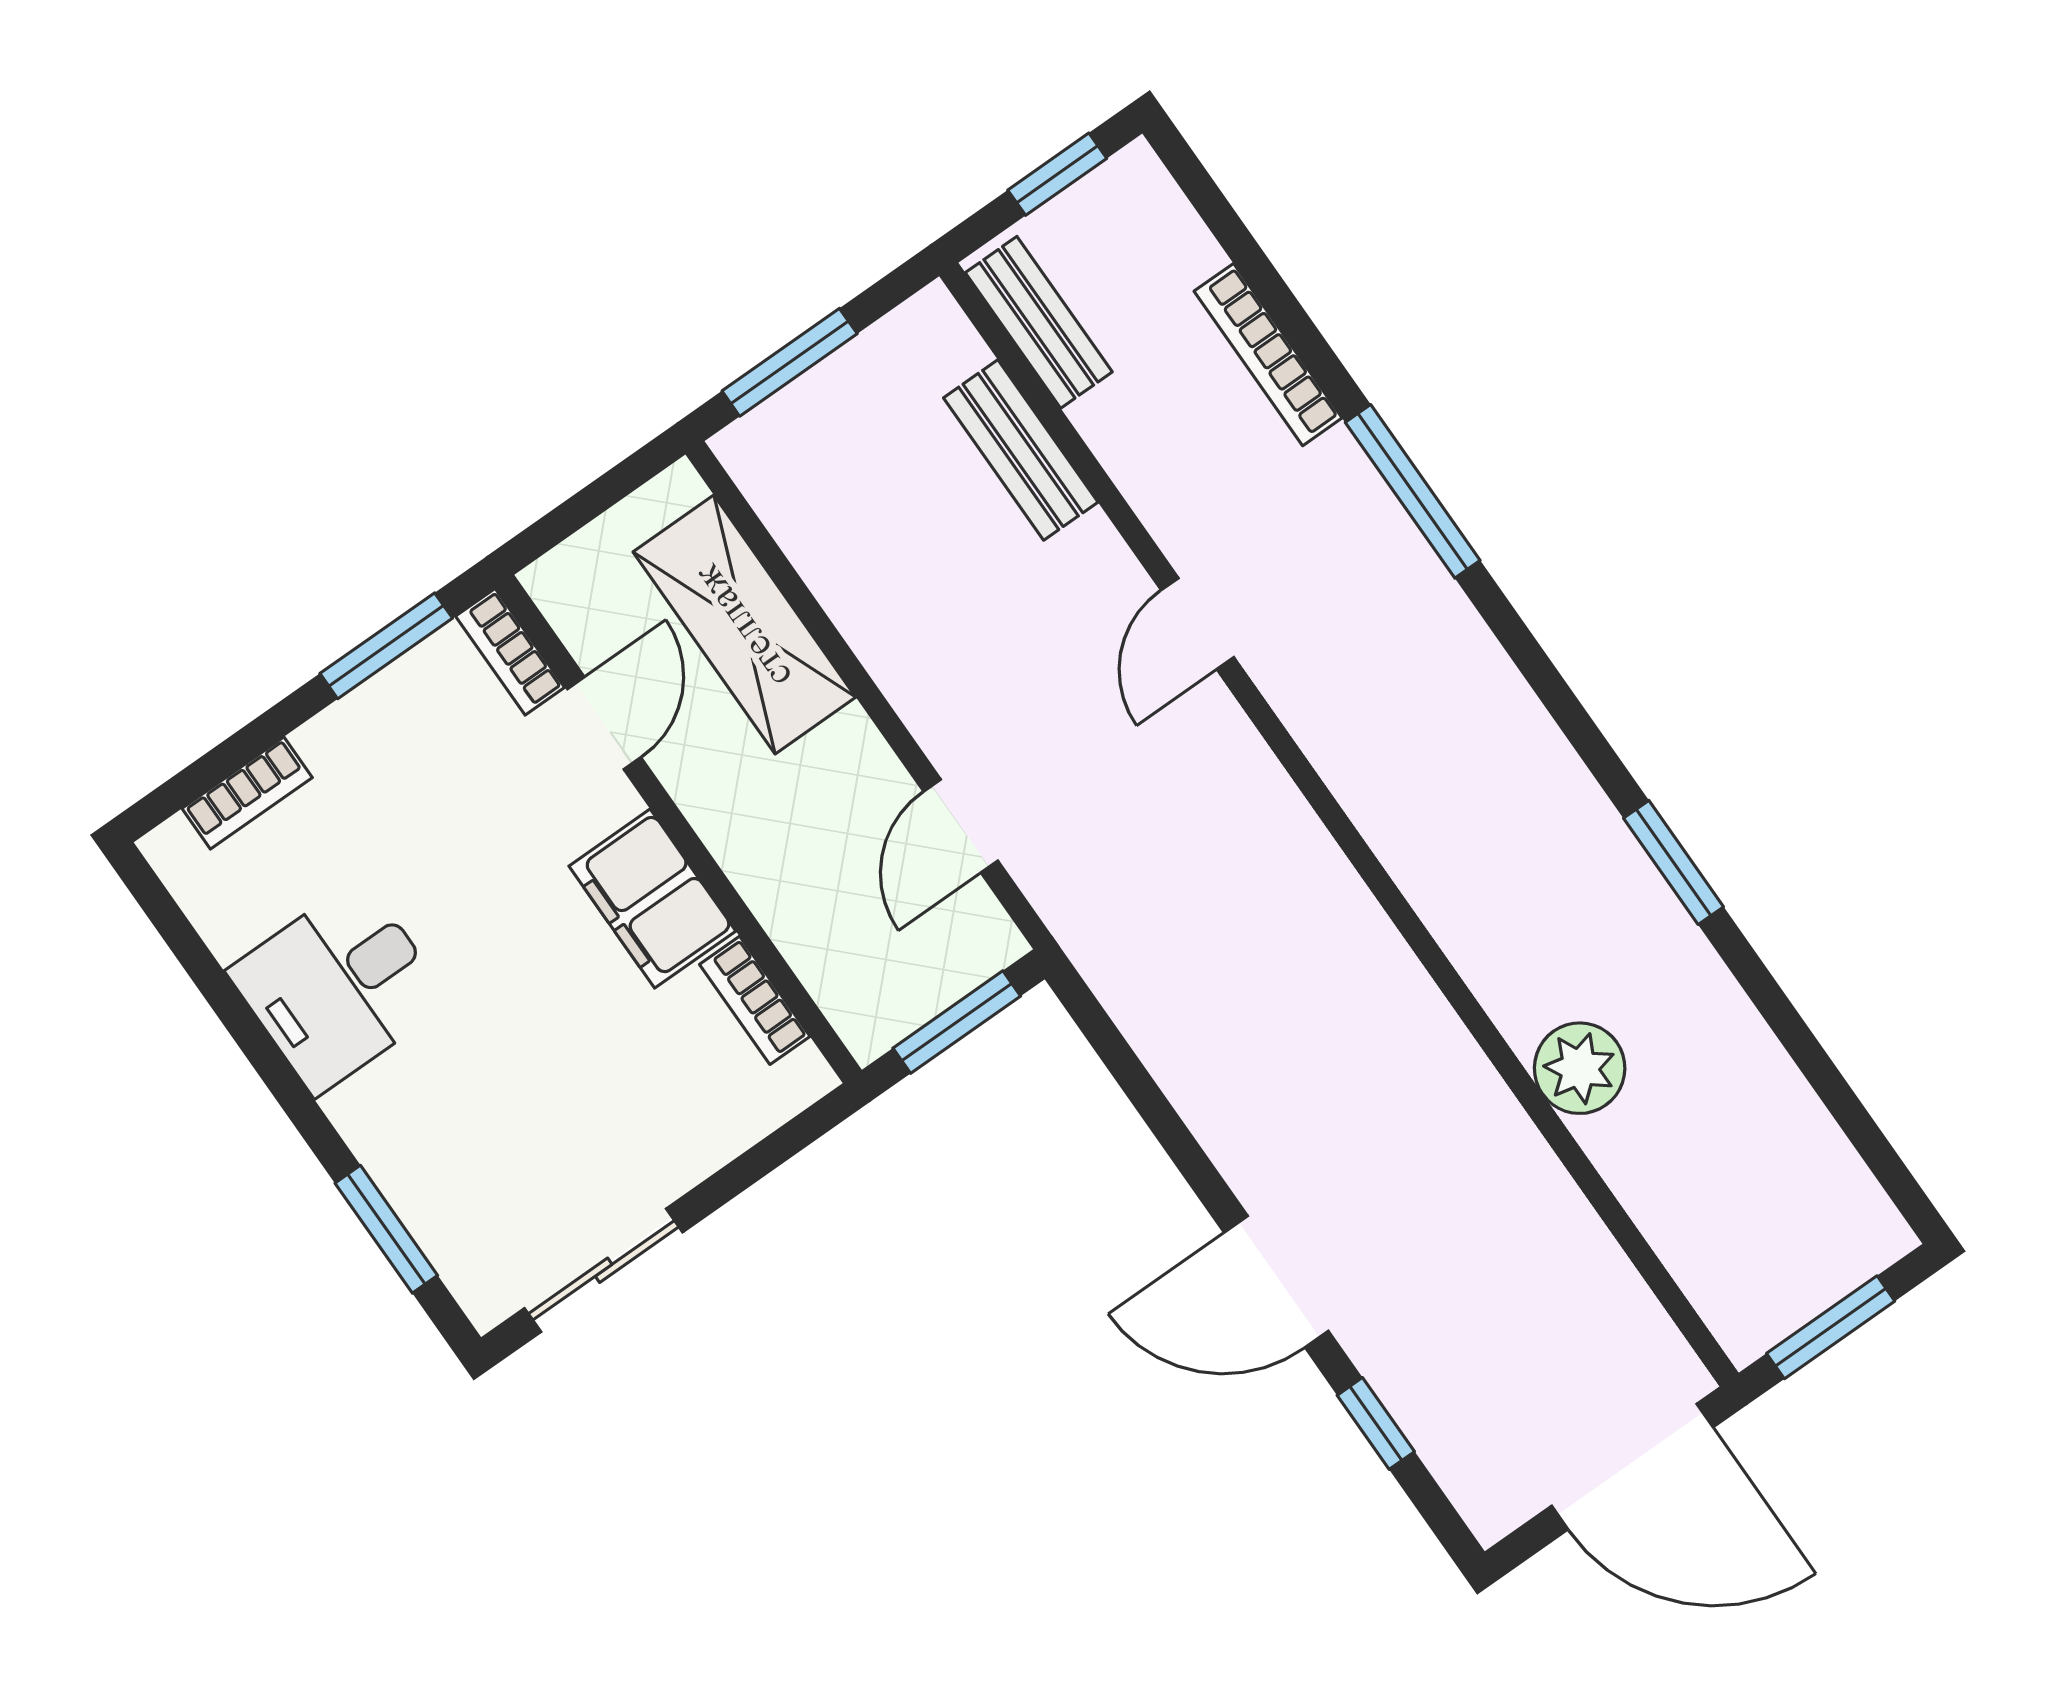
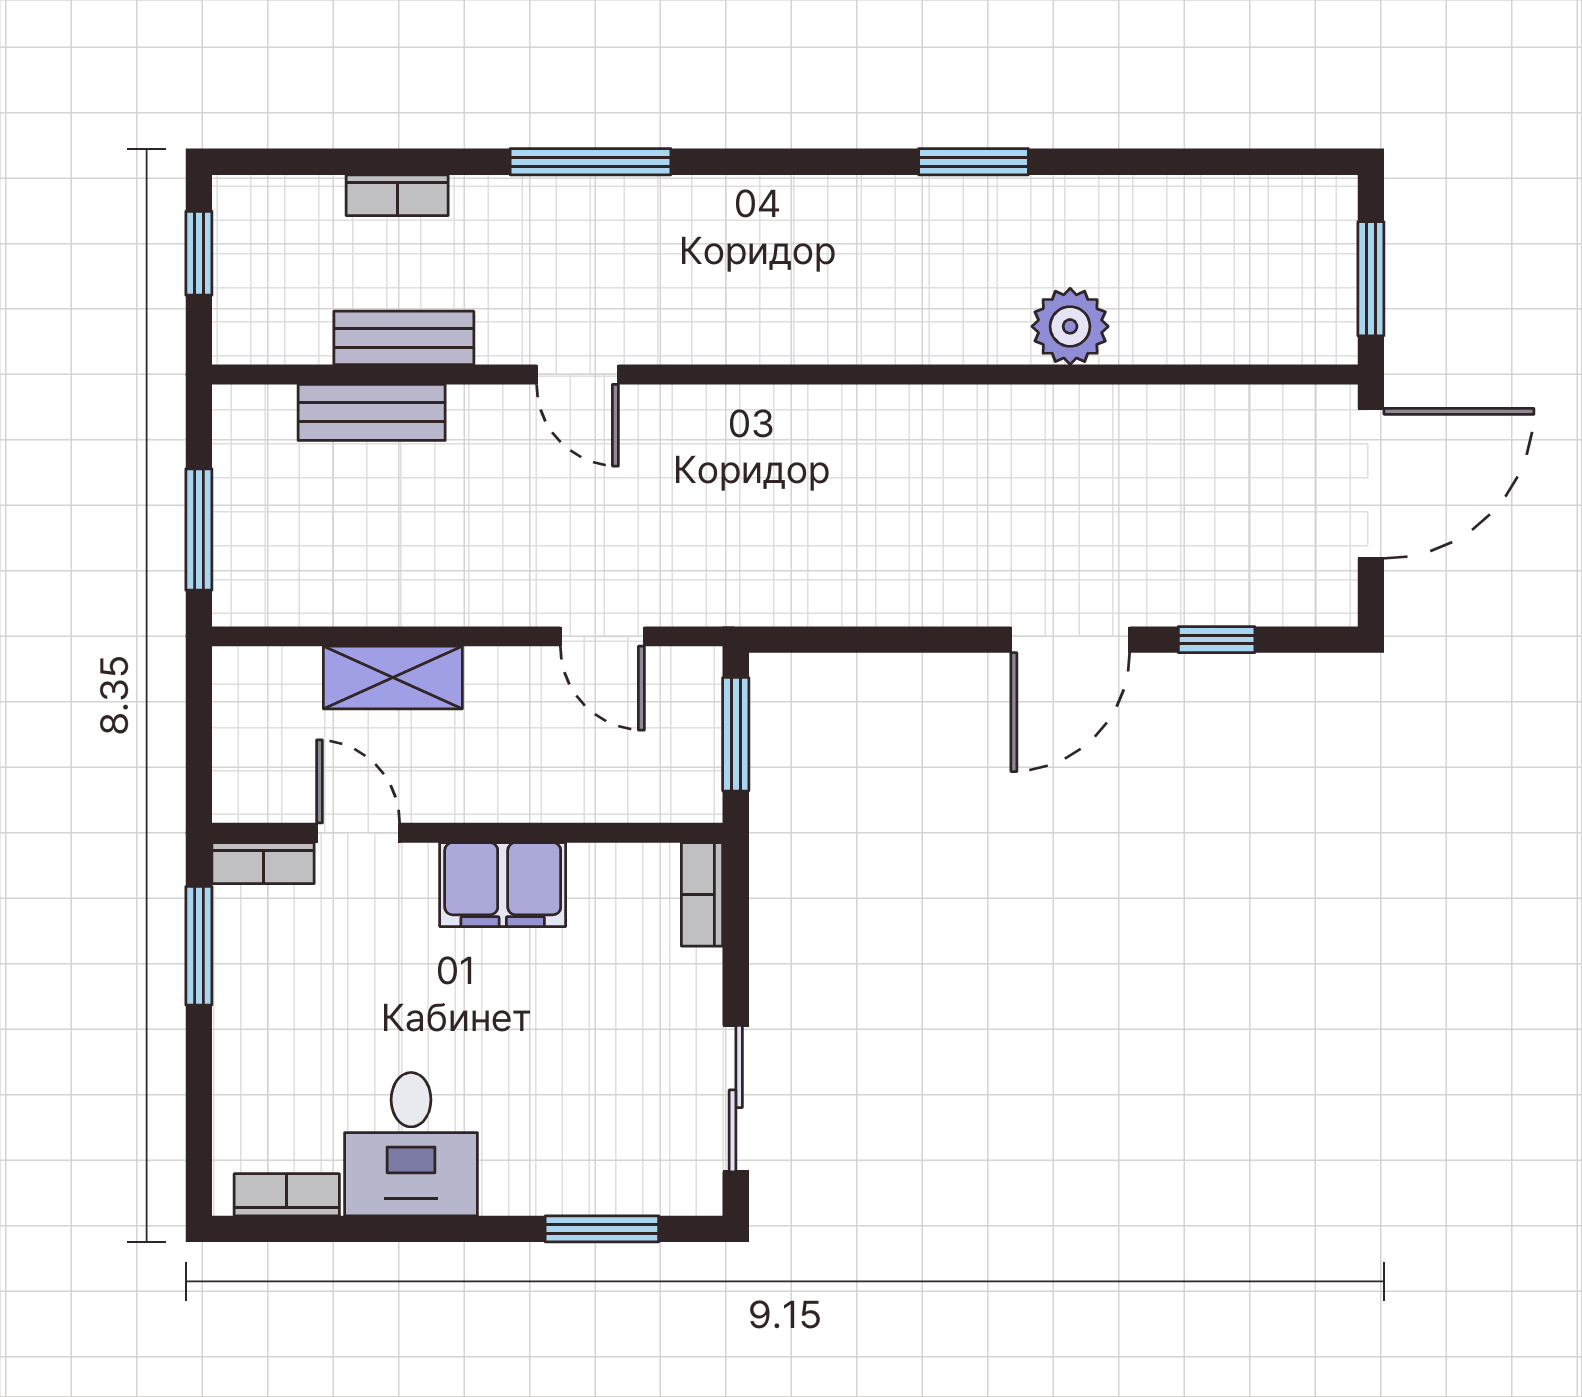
bench: (1039, 322) -> (404, 338), moved
bookcase: (1268, 355) -> (397, 195), width x0.64
shelving: (744, 625) -> (393, 677), width x0.67, depth x0.75
bookcase: (247, 793) -> (287, 1195), moved, turned -90
bookcase: (755, 1000) -> (702, 894), moved, turned 90

